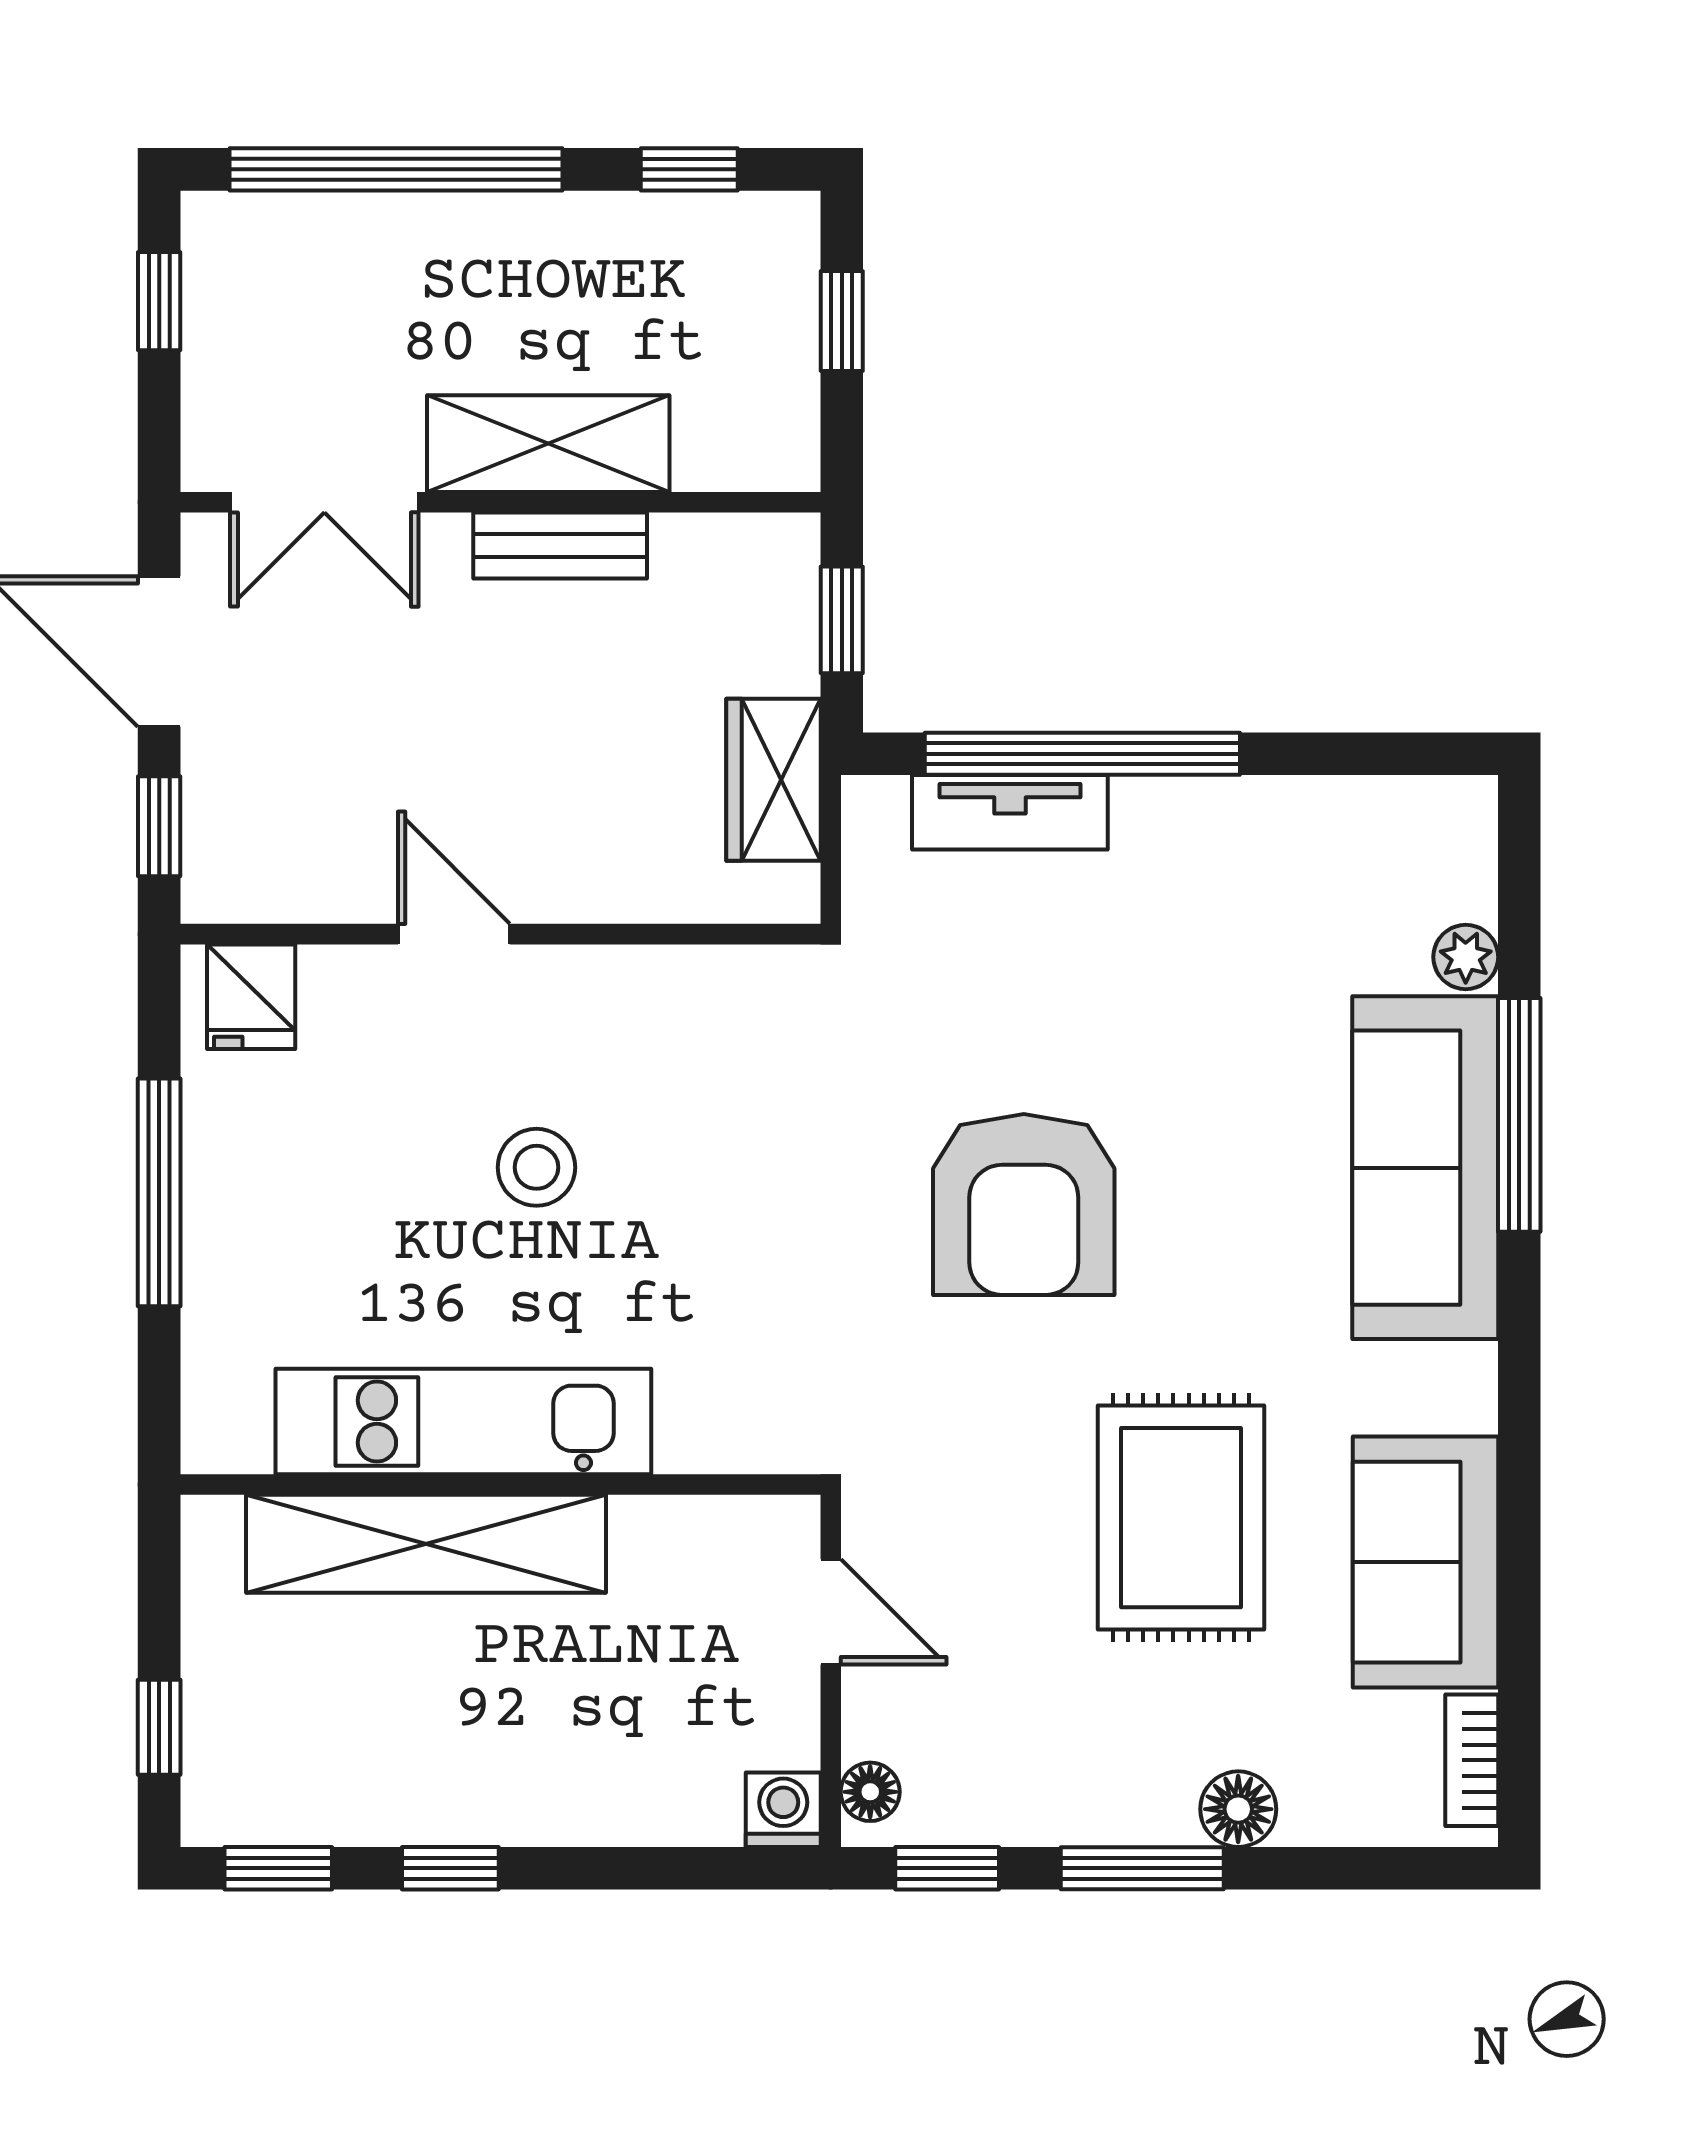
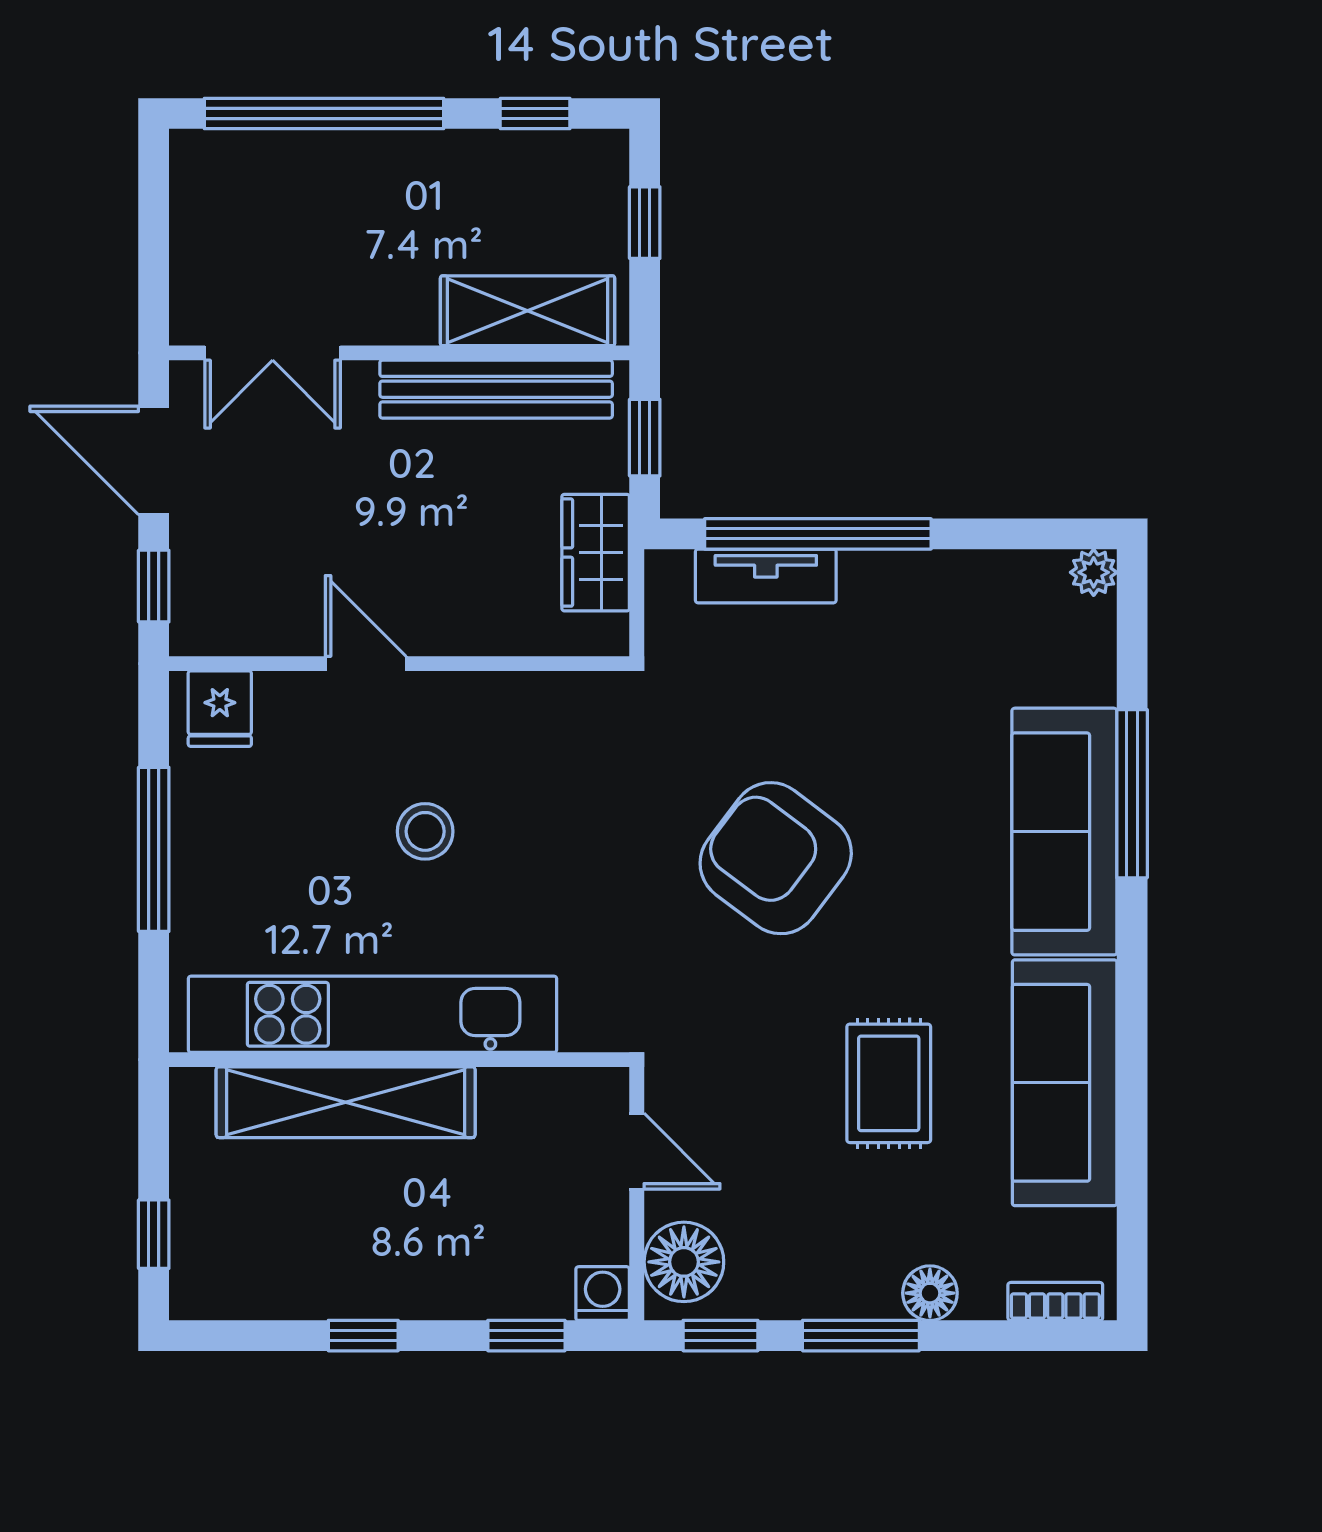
window: (159, 301) -> (154, 208), removed
shelving: (548, 444) -> (528, 311), moved
bench: (560, 545) -> (496, 389), width x1.86, depth x1.21
plant: (1466, 957) -> (1094, 572), moved
armchair: (1024, 1205) -> (776, 858), turned 127
kitchen unit: (463, 1422) -> (372, 1014), width x1.36
rug: (1181, 1518) -> (889, 1083), width x0.73, depth x0.70
sofa: (1425, 1562) -> (1065, 1083), width x1.36
bookcase: (1472, 1760) -> (1055, 1301), moved, turned 90
floor lamp: (870, 1792) -> (684, 1262), width x1.89, depth x1.89
window: (278, 1868) -> (526, 1336), moved

